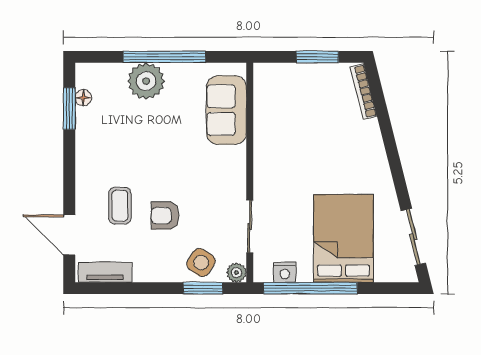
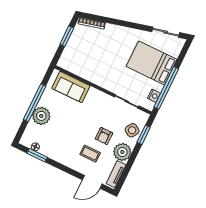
plant: (236, 273) -> (122, 152), moved, width x1.87, depth x1.87

